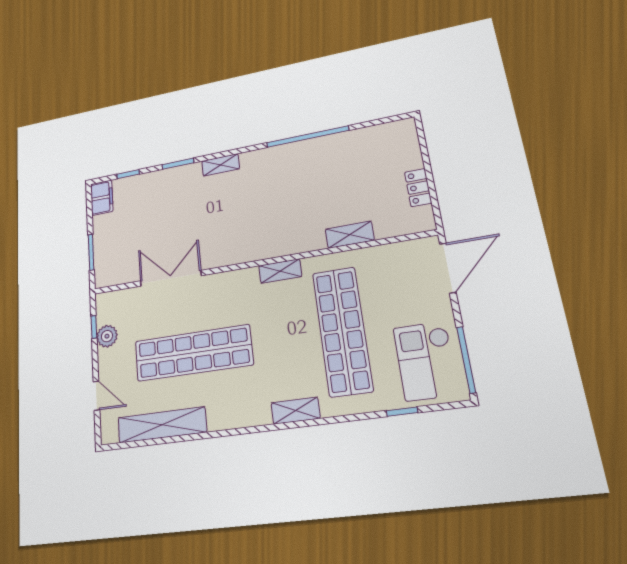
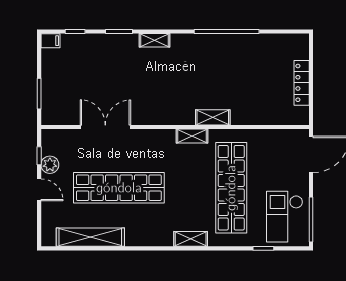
locker: (418, 188) -> (302, 83), width x1.53
filing cabinet: (102, 198) -> (51, 41), width x0.50
shelving: (350, 235) -> (213, 117), moved
door: (96, 396) -> (39, 190), moved

